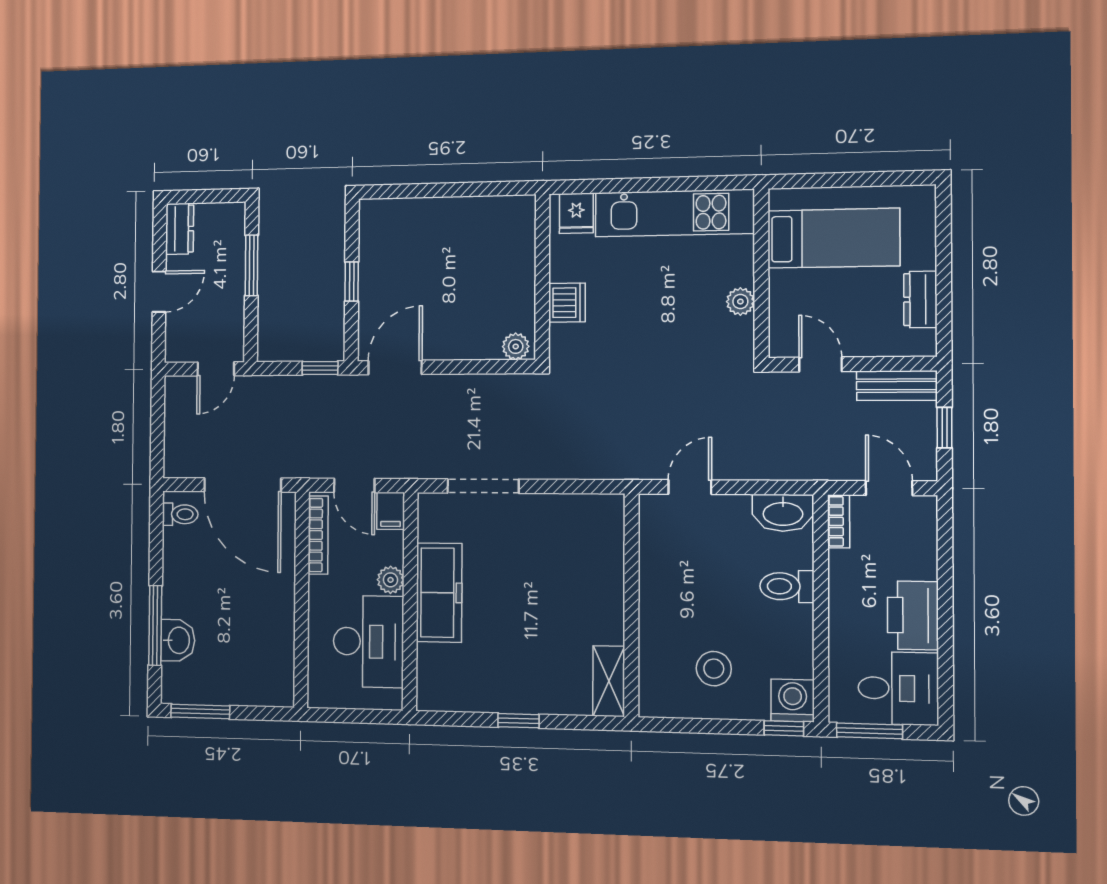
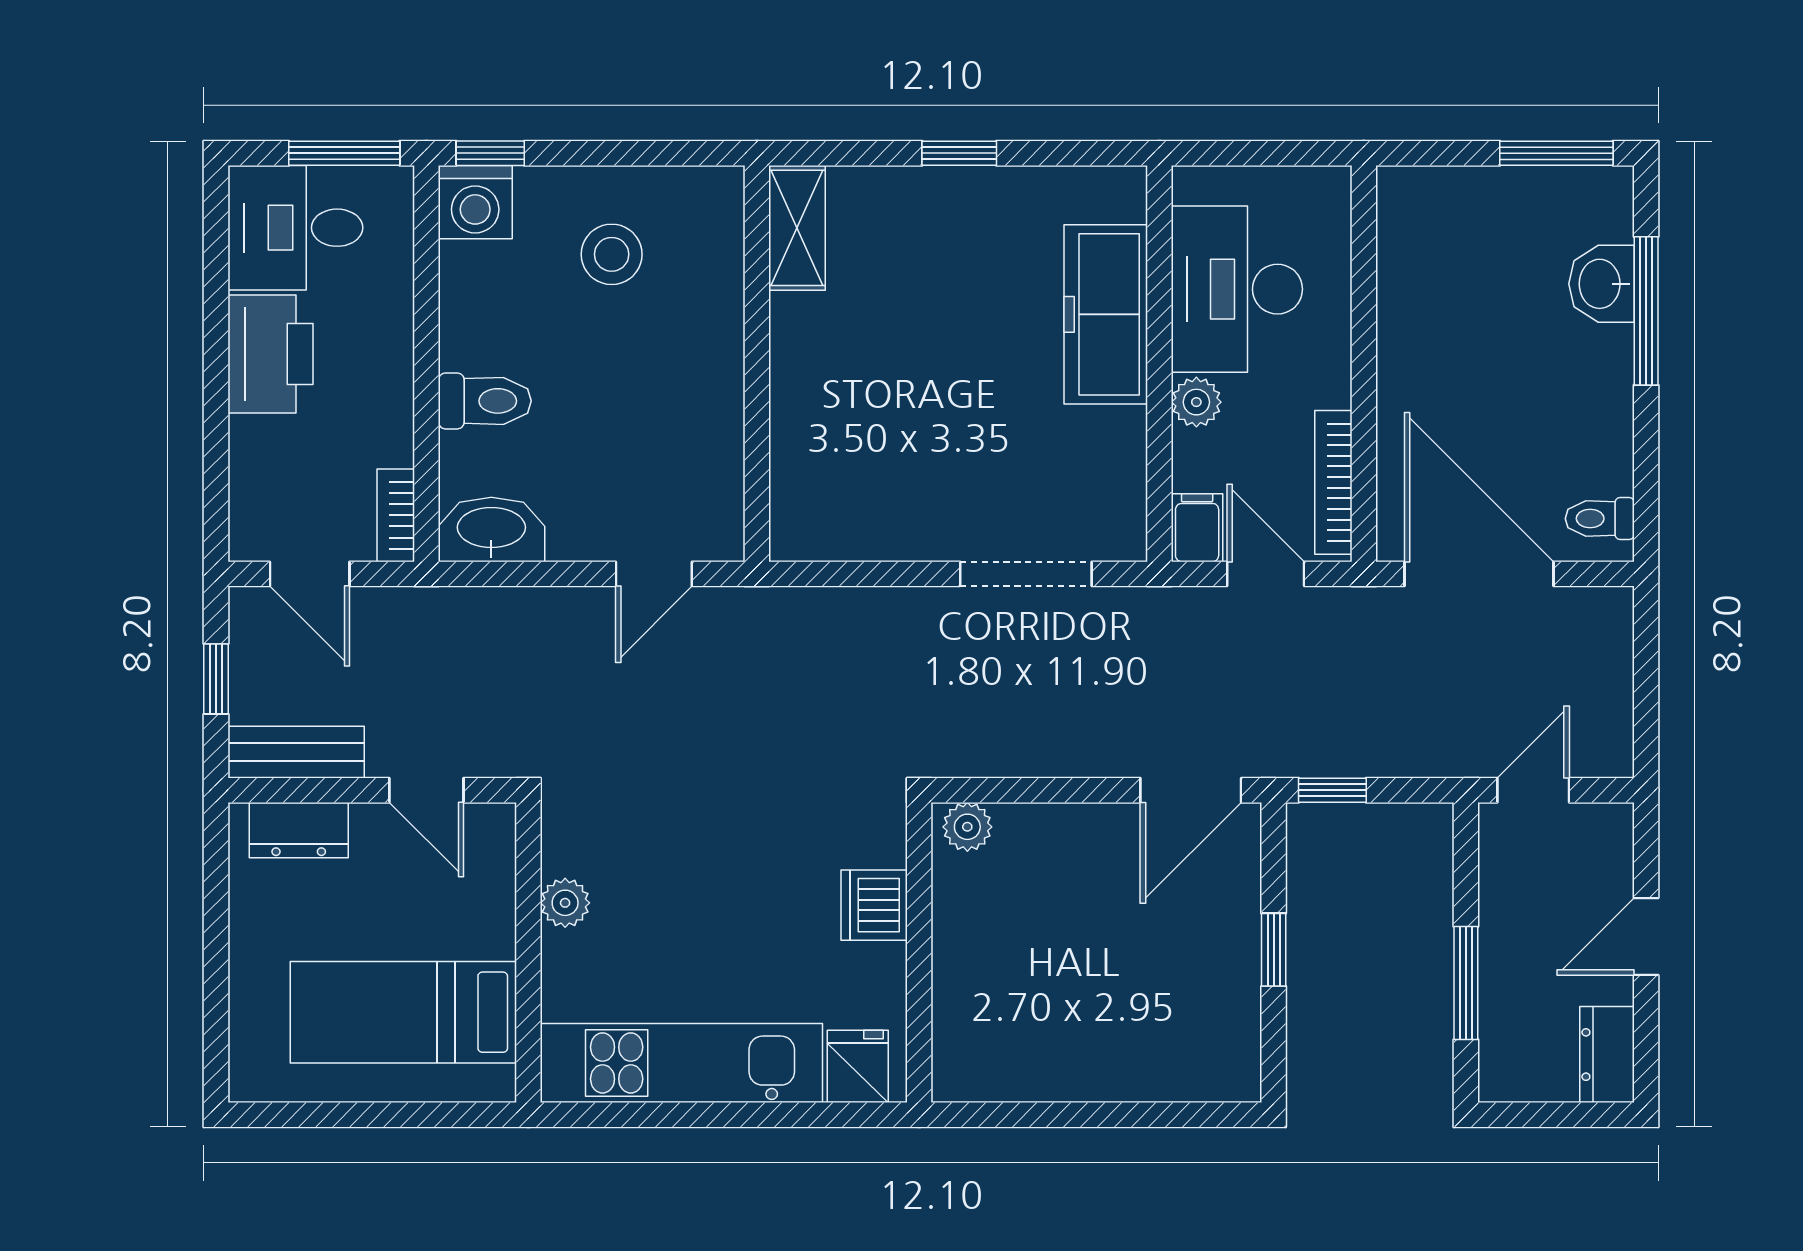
dresser: (920, 299) -> (299, 830), moved, turned 90
freezer: (439, 593) -> (1106, 314), moved

